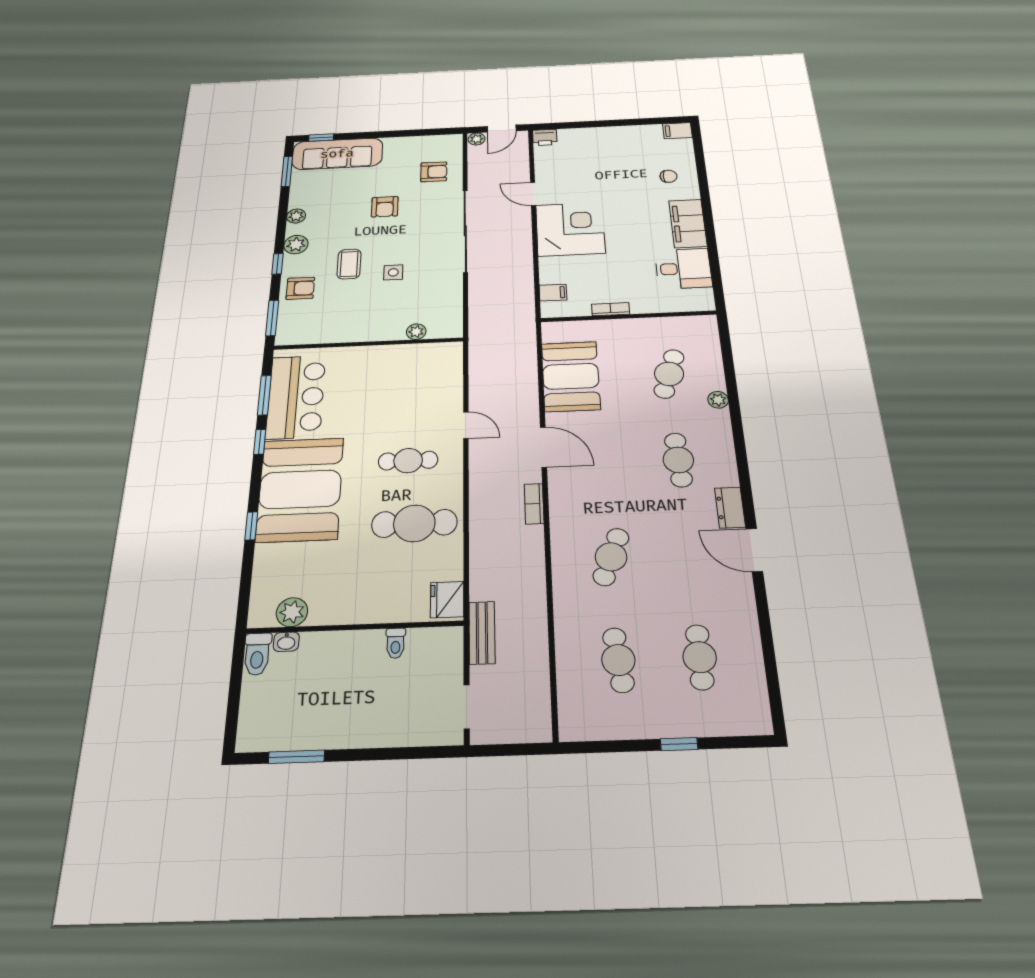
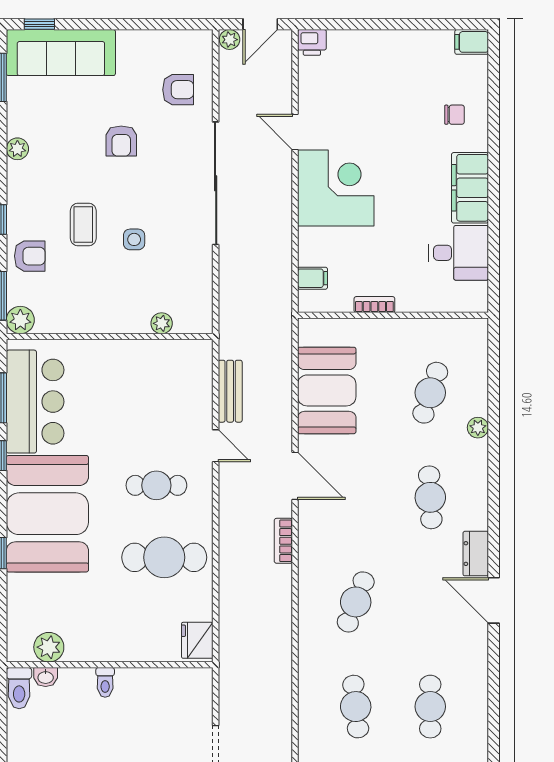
plant: (296, 245) -> (20, 320), moved
bench: (482, 633) -> (230, 391), moved
toilet: (396, 643) -> (105, 682), moved

